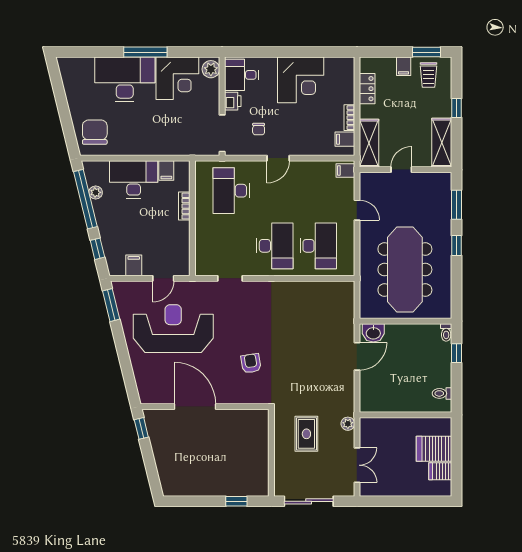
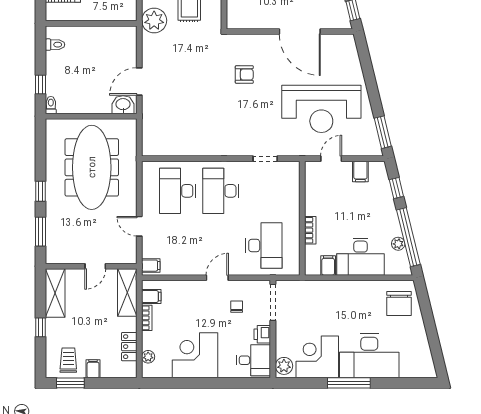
plant: (348, 78) -> (148, 357), added
armchair: (251, 363) -> (244, 74), turned -81
plant: (348, 424) -> (154, 20), width x1.88, depth x1.88

